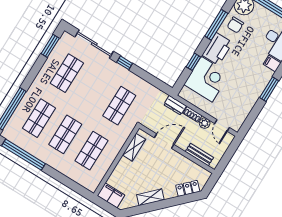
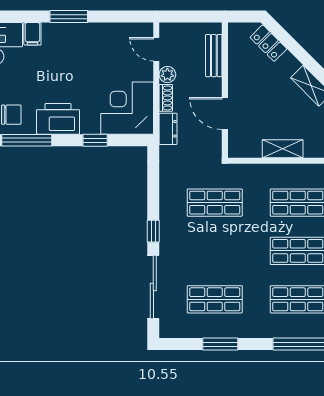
window: (50, 46) -> (220, 344), moved
corner desk: (207, 79) -> (127, 108), moved
door: (222, 126) -> (156, 49), swing flipped
shelving: (134, 147) -> (283, 149), moved

